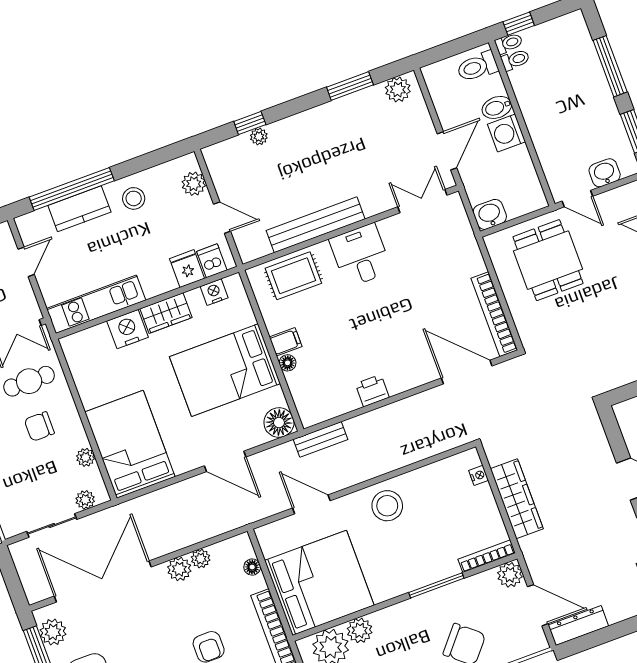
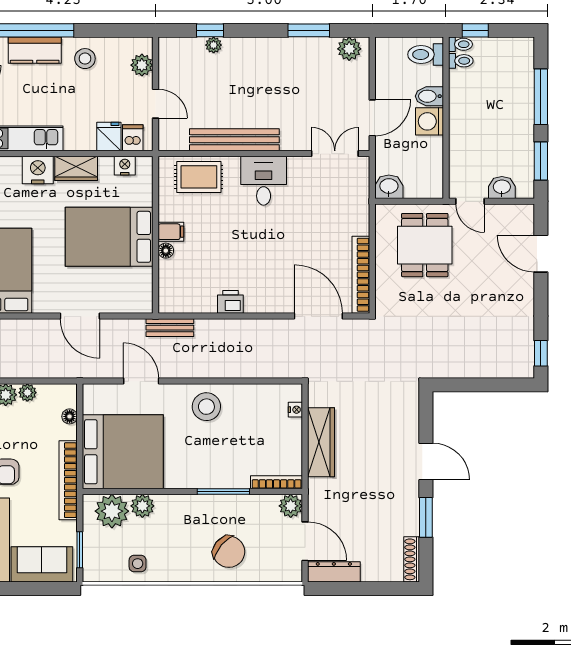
floor lamp: (279, 423) -> (139, 300), removed

